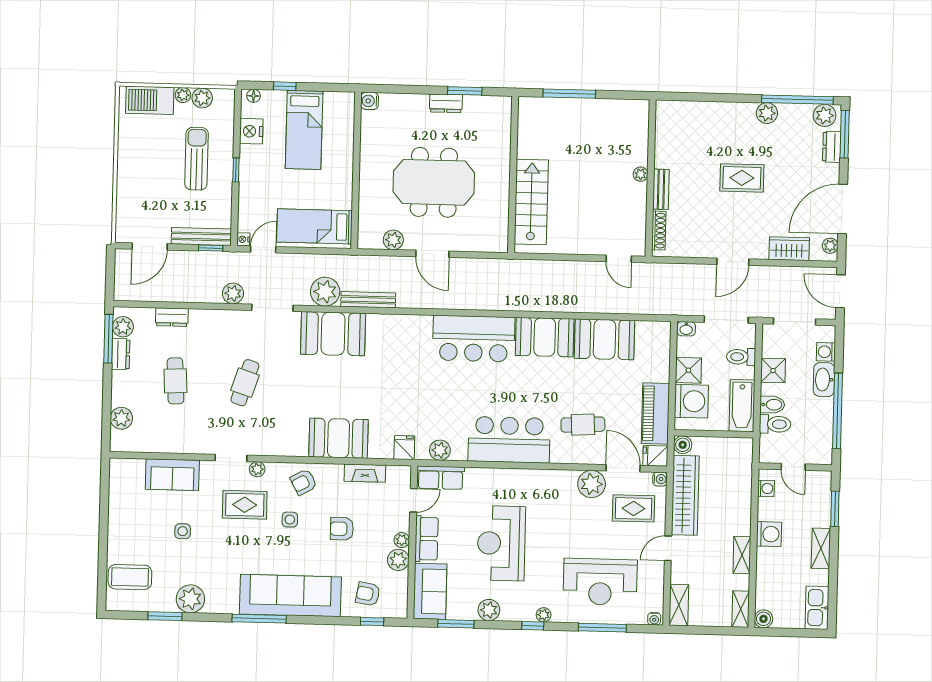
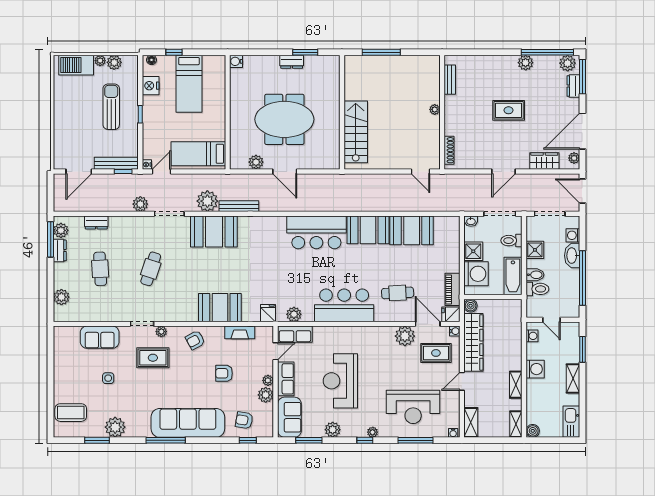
bench: (661, 189) -> (450, 80), moved
piano: (655, 414) -> (452, 289), width x0.73, depth x0.75
side table: (290, 520) -> (186, 368), removed

